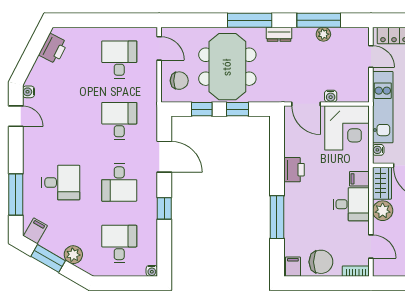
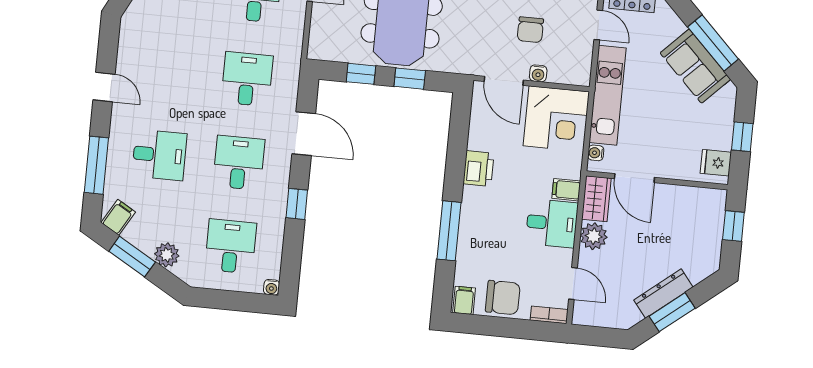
chair: (179, 81) -> (530, 30), moved, turned 90
water cooler: (28, 92) -> (127, 27), removed
door: (16, 116) -> (104, 87), moved
desk: (119, 183) -> (239, 163), turned 180

